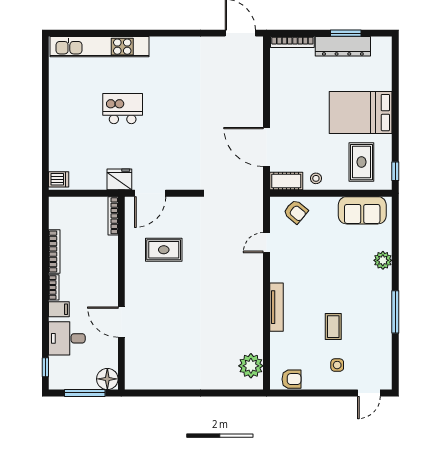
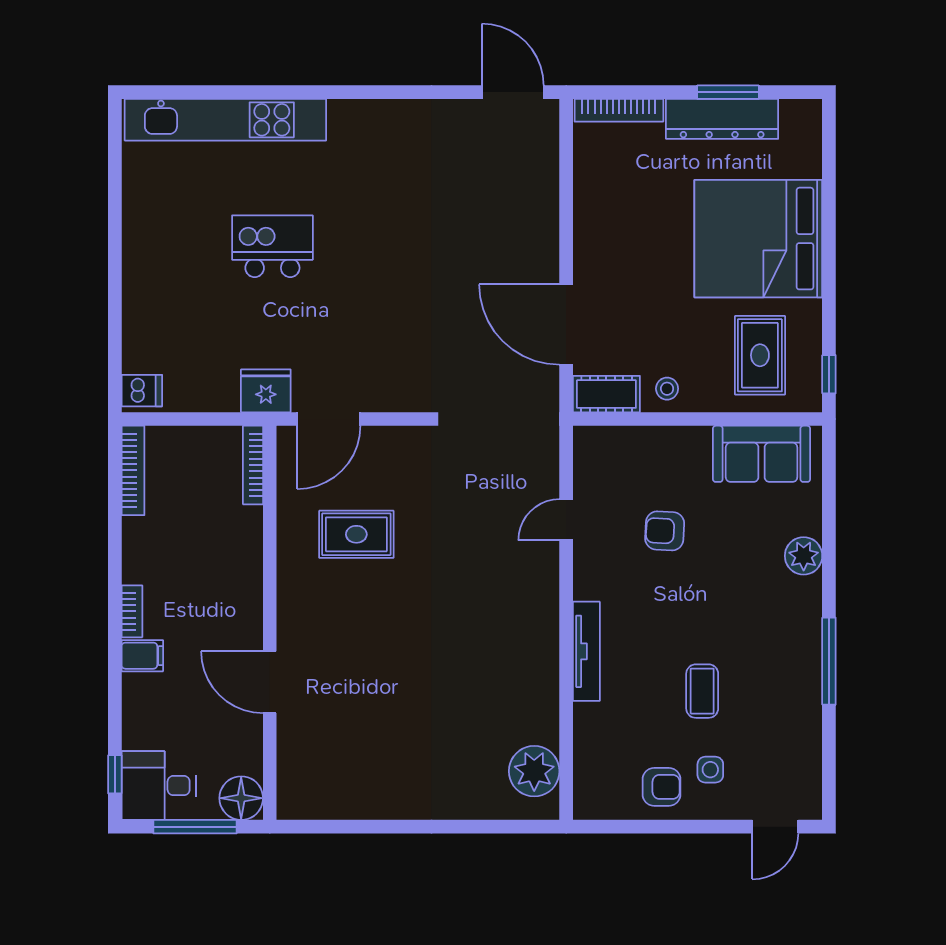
bed: (361, 113) -> (758, 239), width x1.36
armchair: (296, 212) -> (665, 531), moved, turned 143
bookcase: (54, 251) -> (133, 470), moved
desk: (67, 338) -> (159, 786), moved
armchair: (291, 379) -> (662, 787), moved

